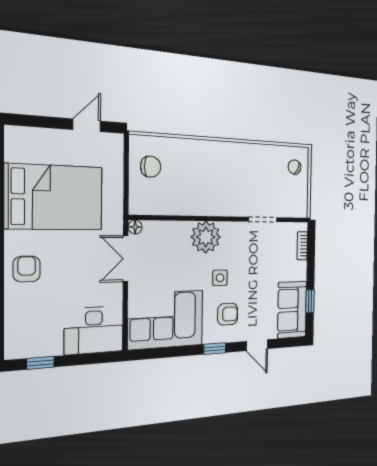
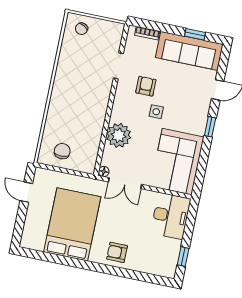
plant: (206, 237) -> (119, 135), moved
sofa: (292, 310) -> (189, 51), width x1.36
armchair: (228, 314) -> (146, 86), moved

